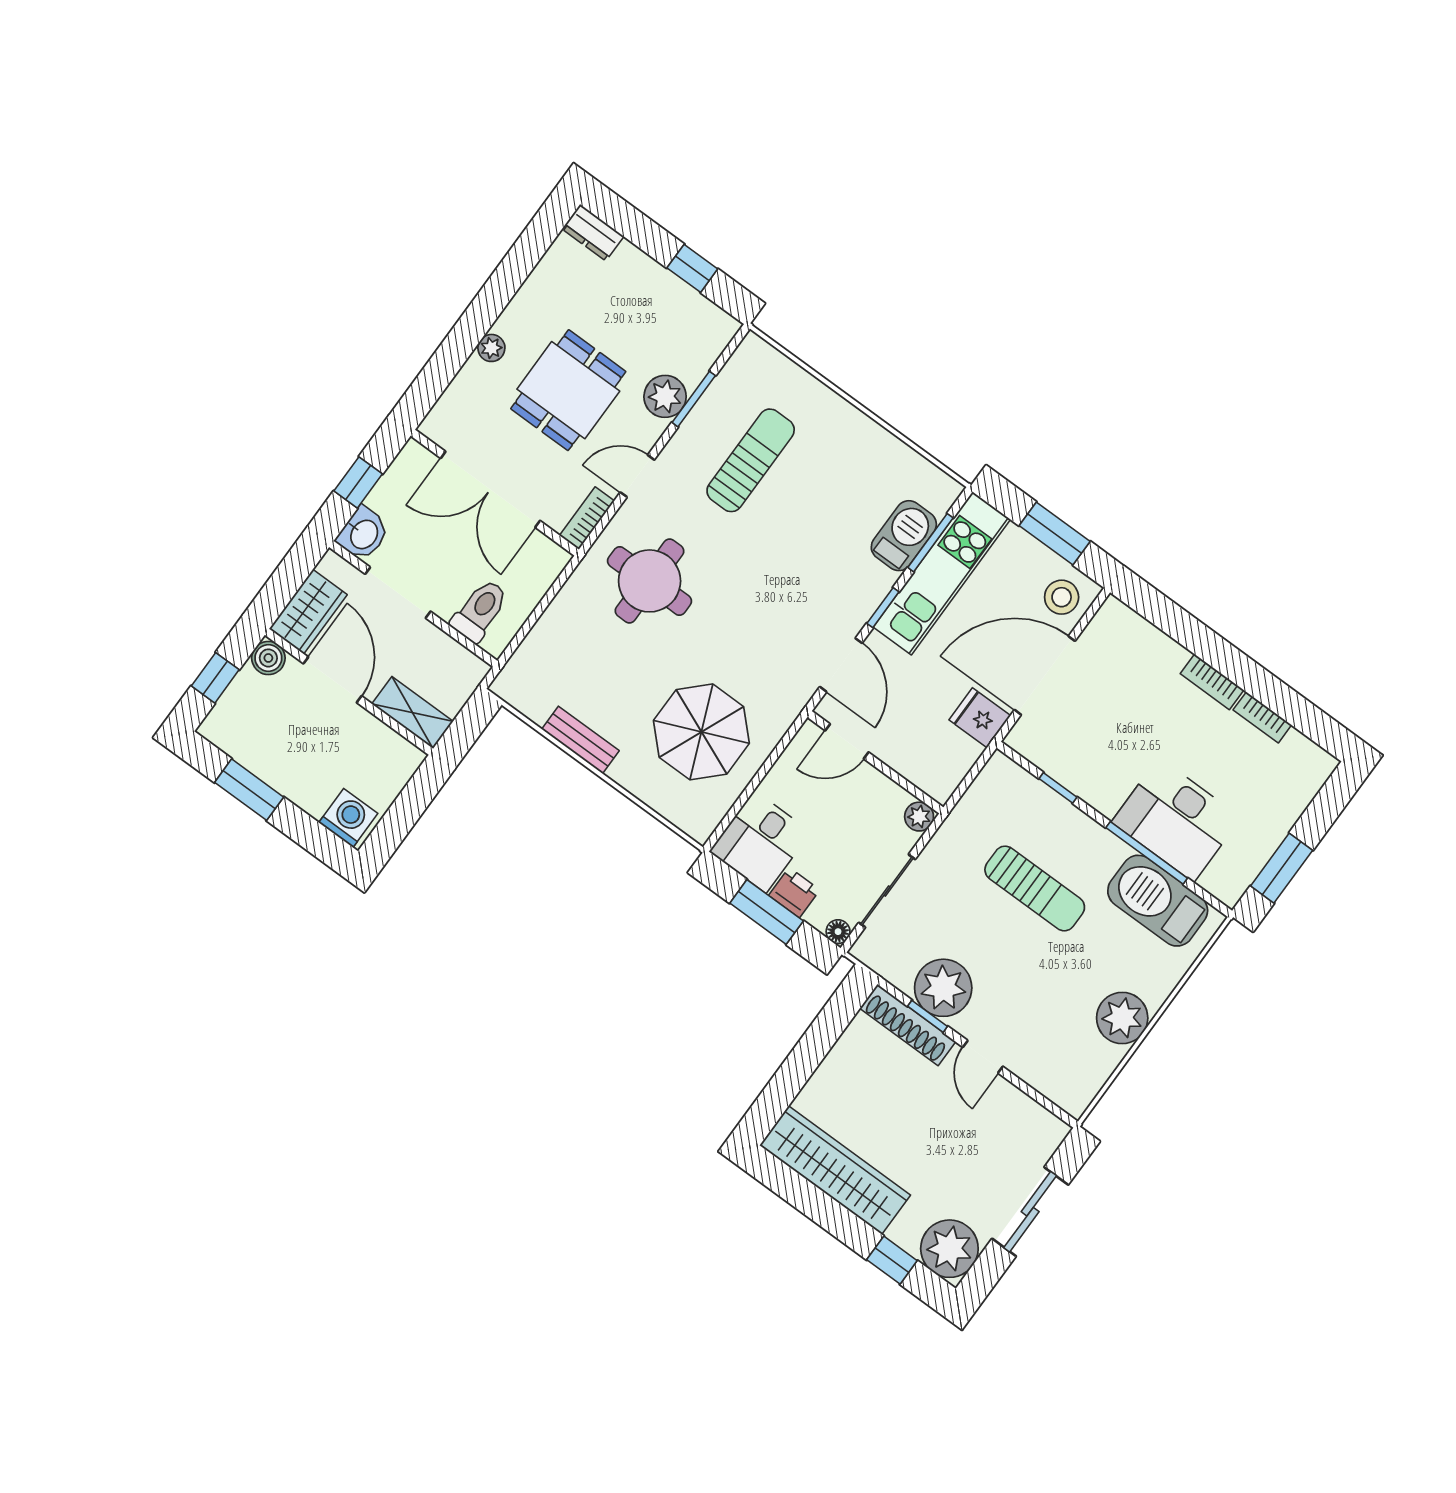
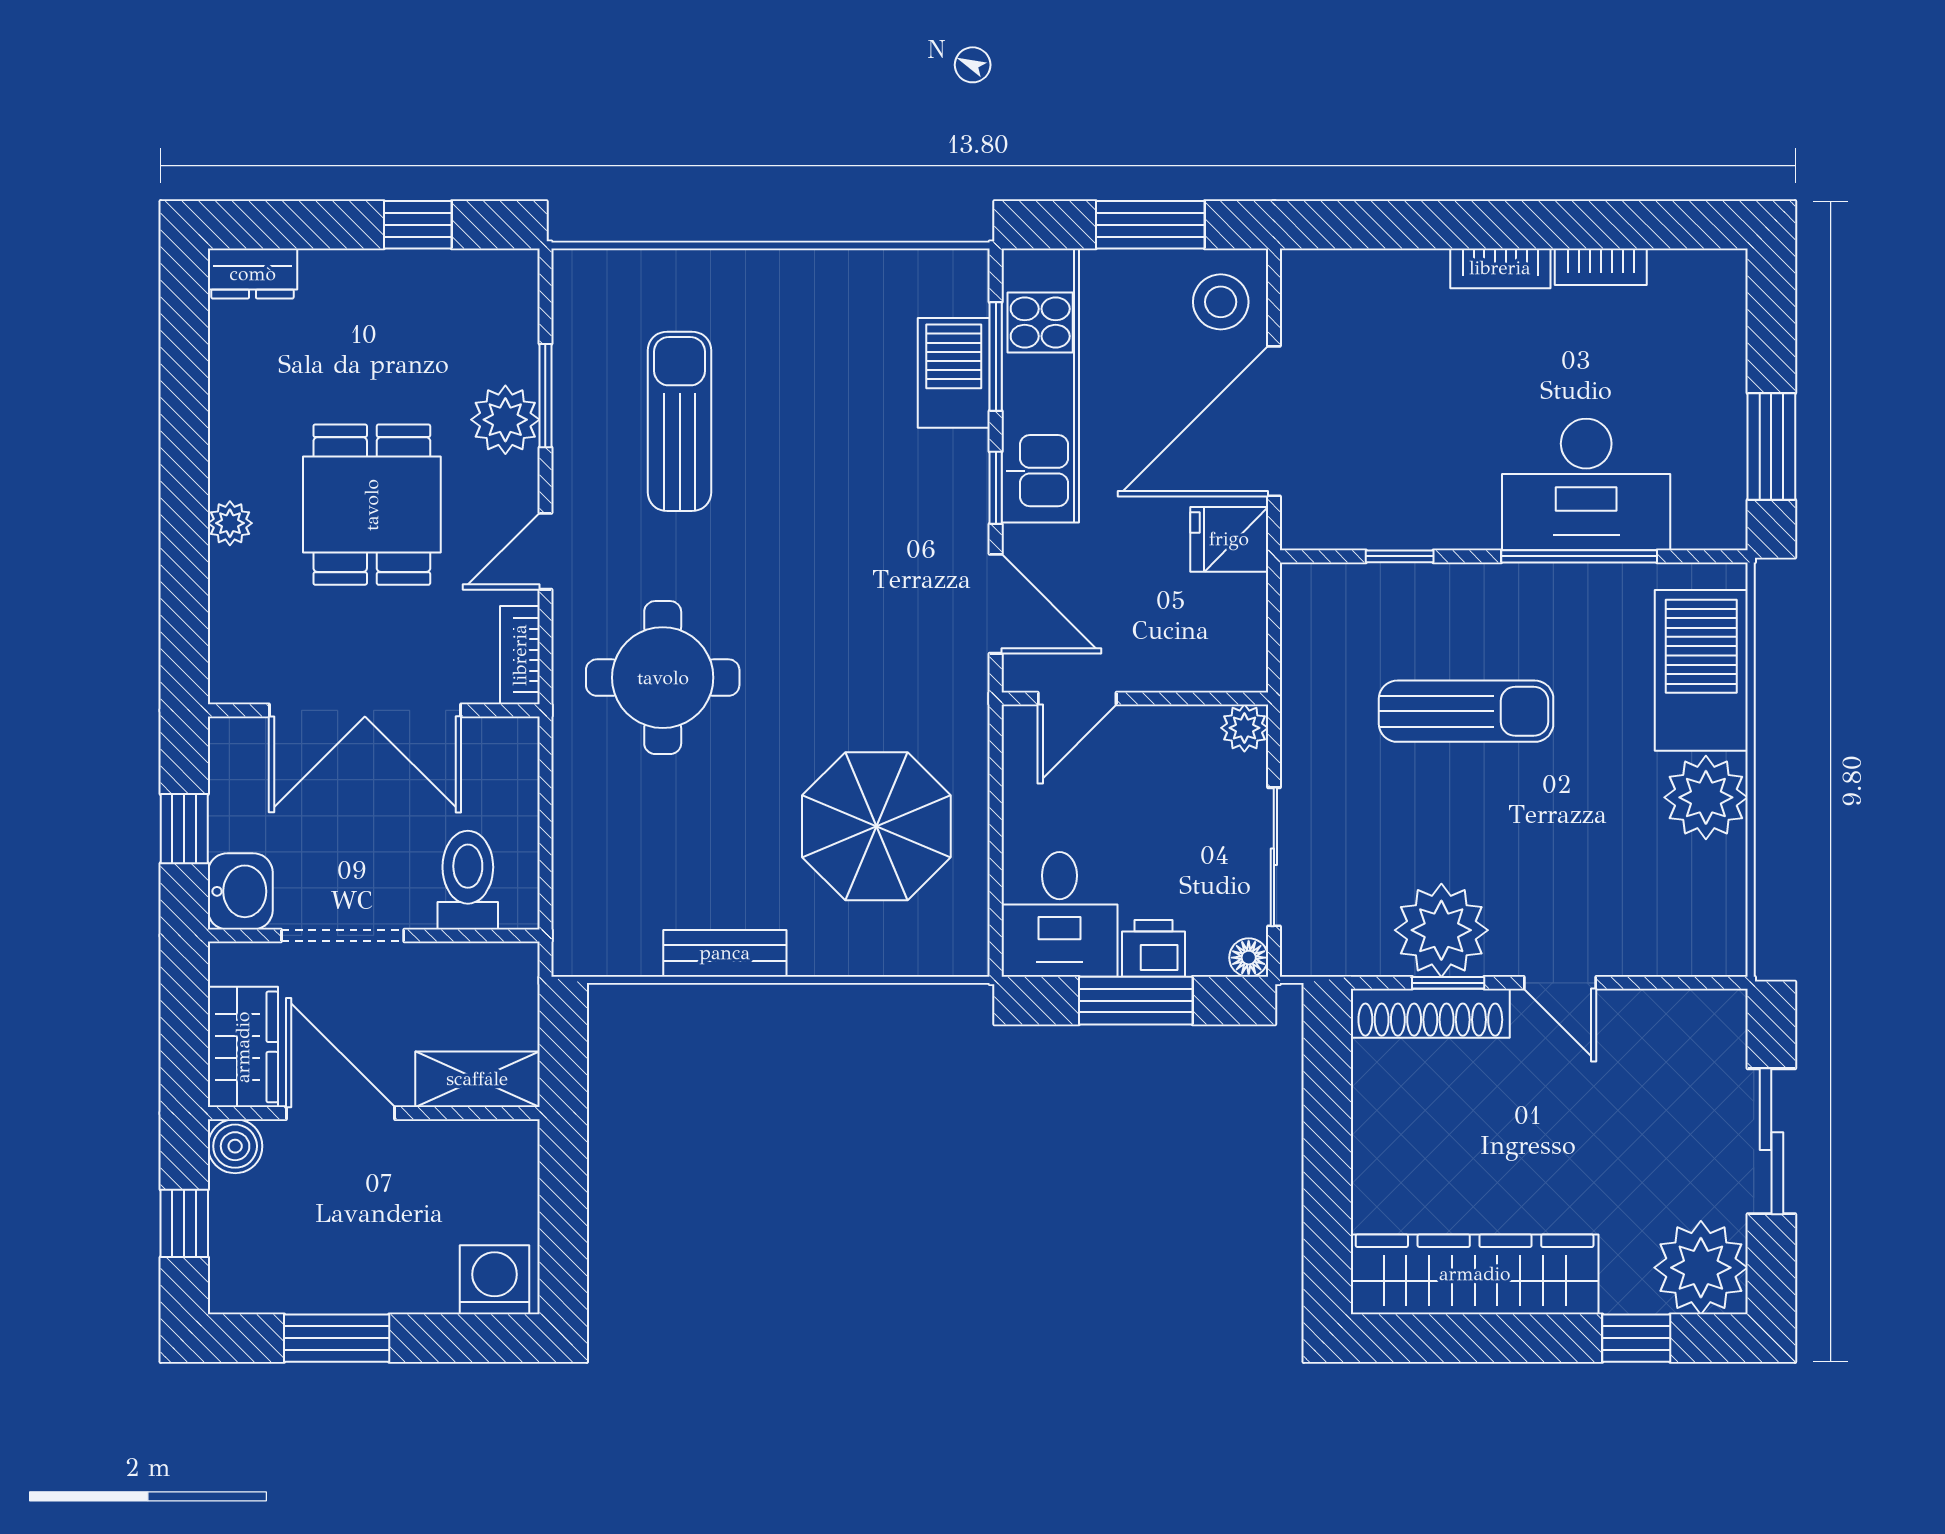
barbecue: (1158, 901) -> (1701, 670), moved, turned 90

